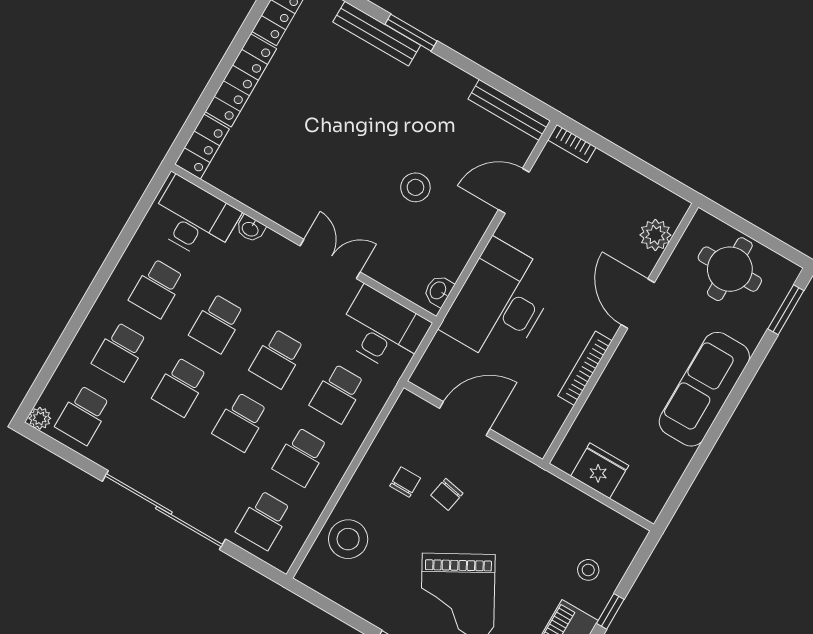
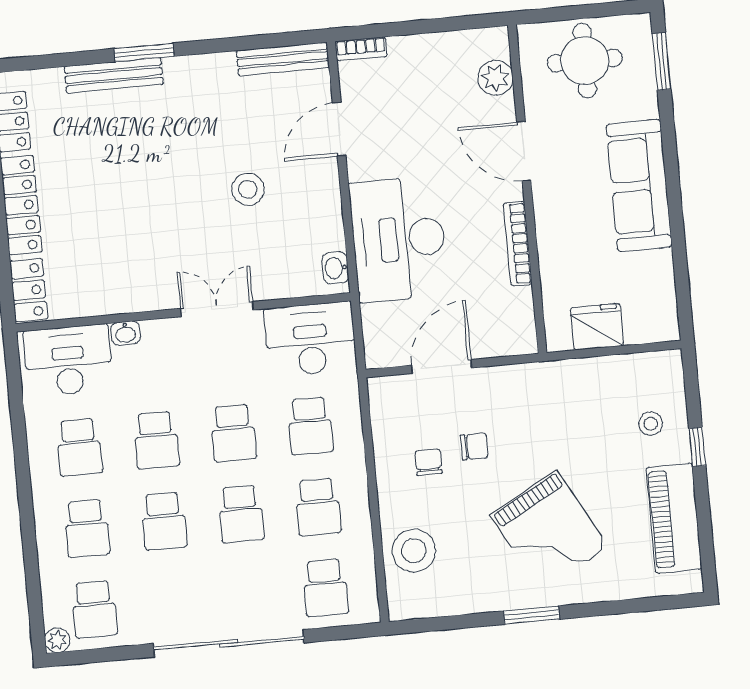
chair: (447, 494) -> (474, 446), turned -101

